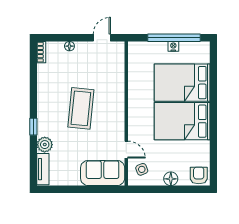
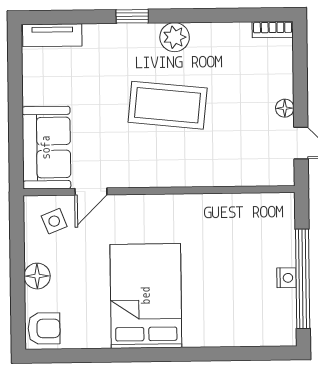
floor lamp: (69, 46) -> (285, 108), moved
bed: (182, 83) -> (218, 295), removed
plant: (45, 145) -> (175, 37), moved

